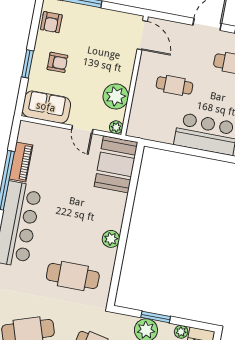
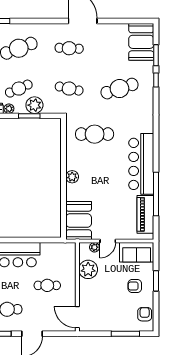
plant: (116, 127) -> (94, 247), moved
door: (82, 130) -> (108, 241), swing flipped
piano: (21, 162) -> (145, 214), width x1.37, depth x1.33
plant: (111, 239) -> (72, 177), moved

